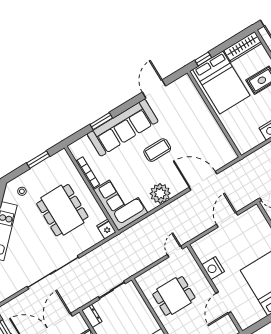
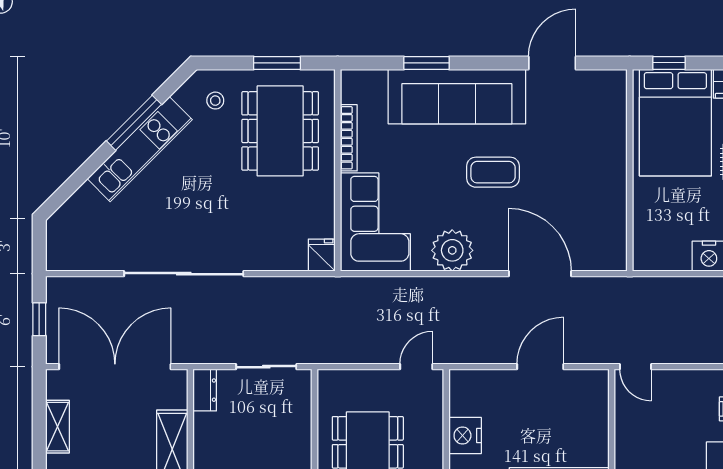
dining table: (62, 210) -> (280, 131), moved

